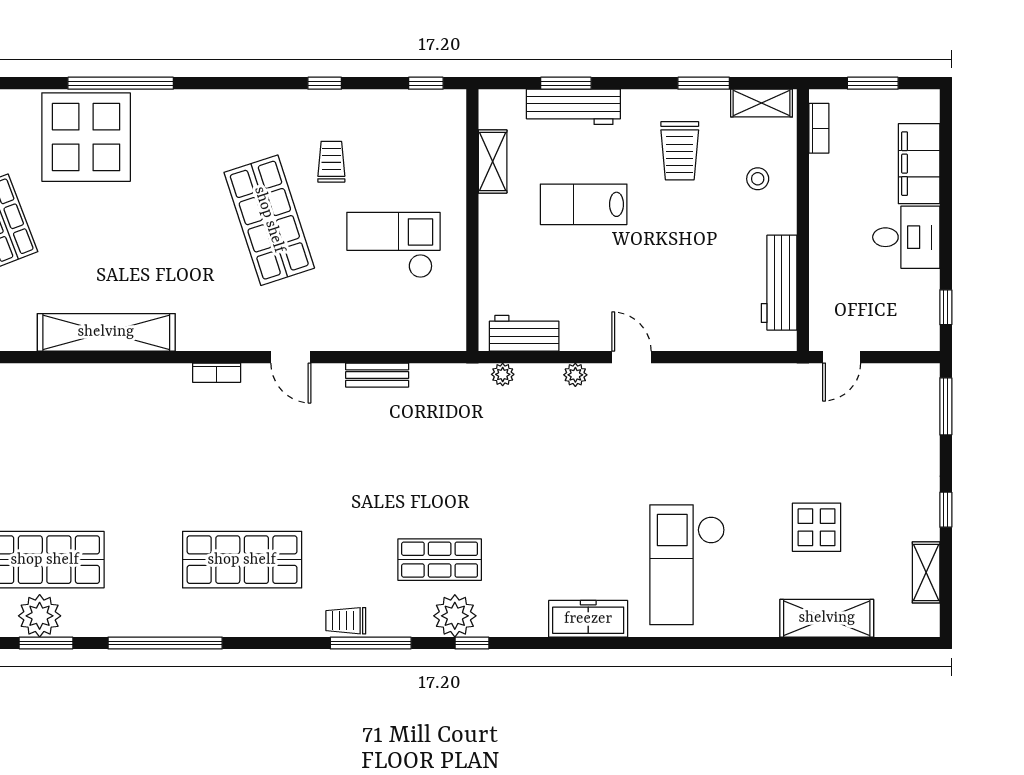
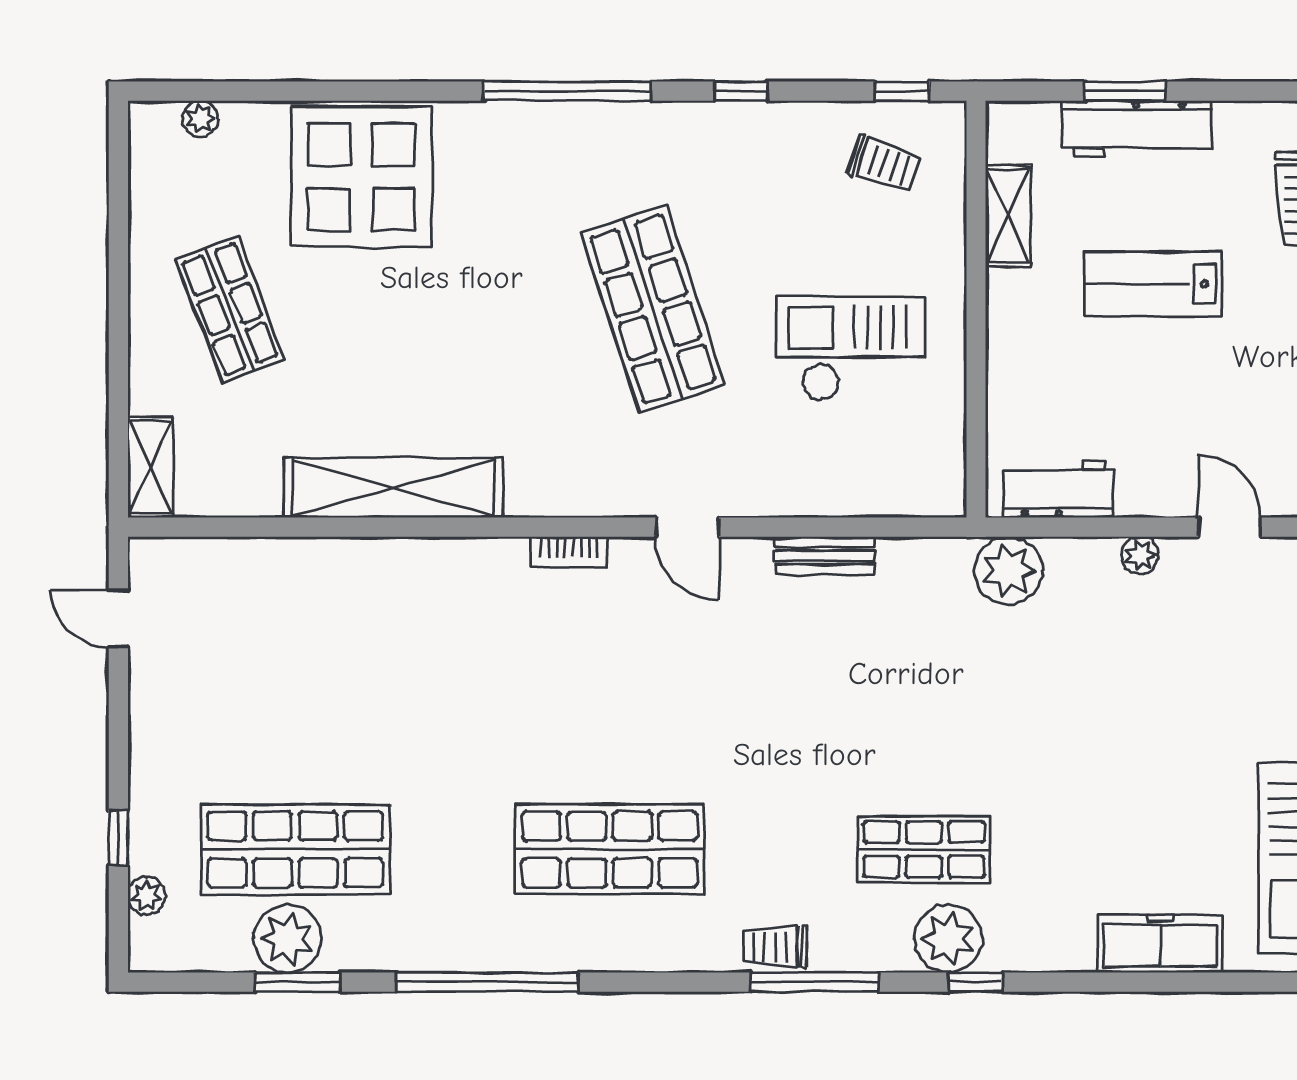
window: (121, 83) -> (567, 91), moved
trolley: (331, 162) -> (884, 164), moved, turned 108
plant: (503, 374) -> (1009, 571), width x1.88, depth x1.88

